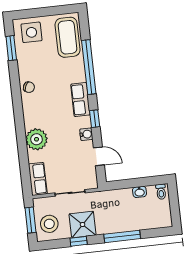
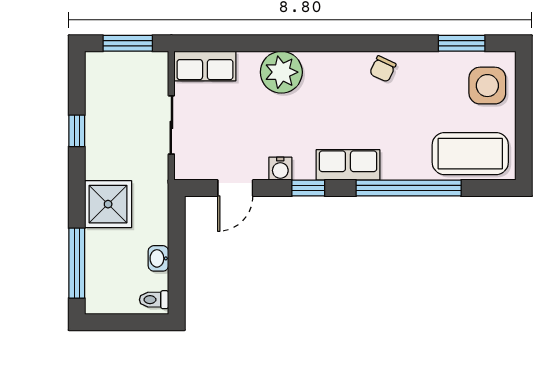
stool: (49, 224) -> (116, 79), removed
shower: (83, 225) -> (108, 204), moved
window: (122, 236) -> (77, 263), moved

